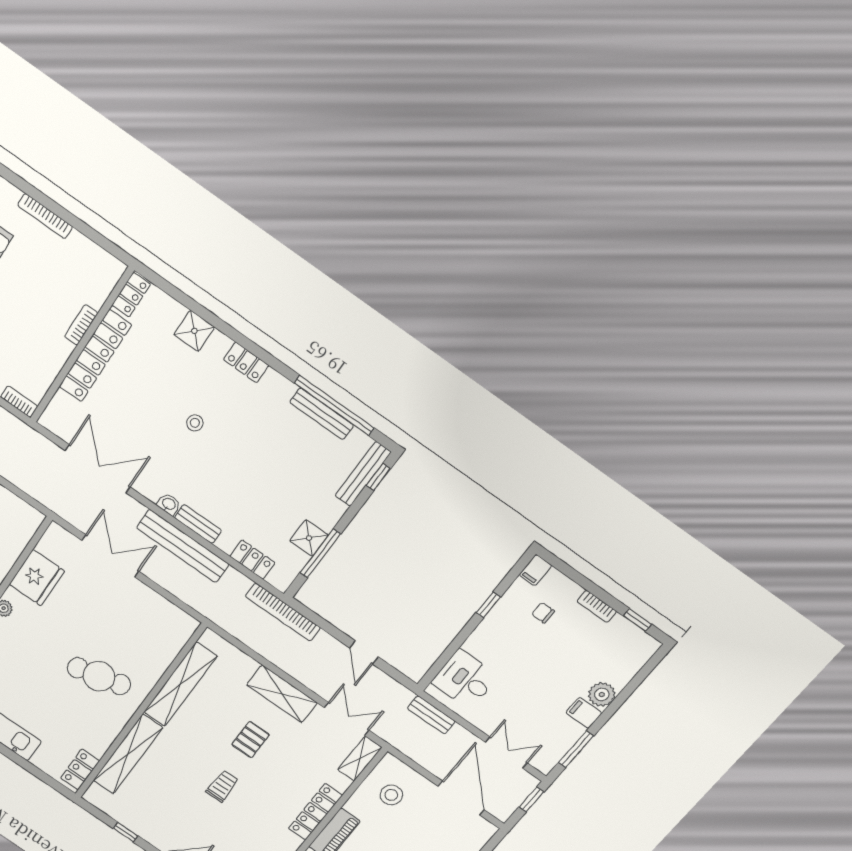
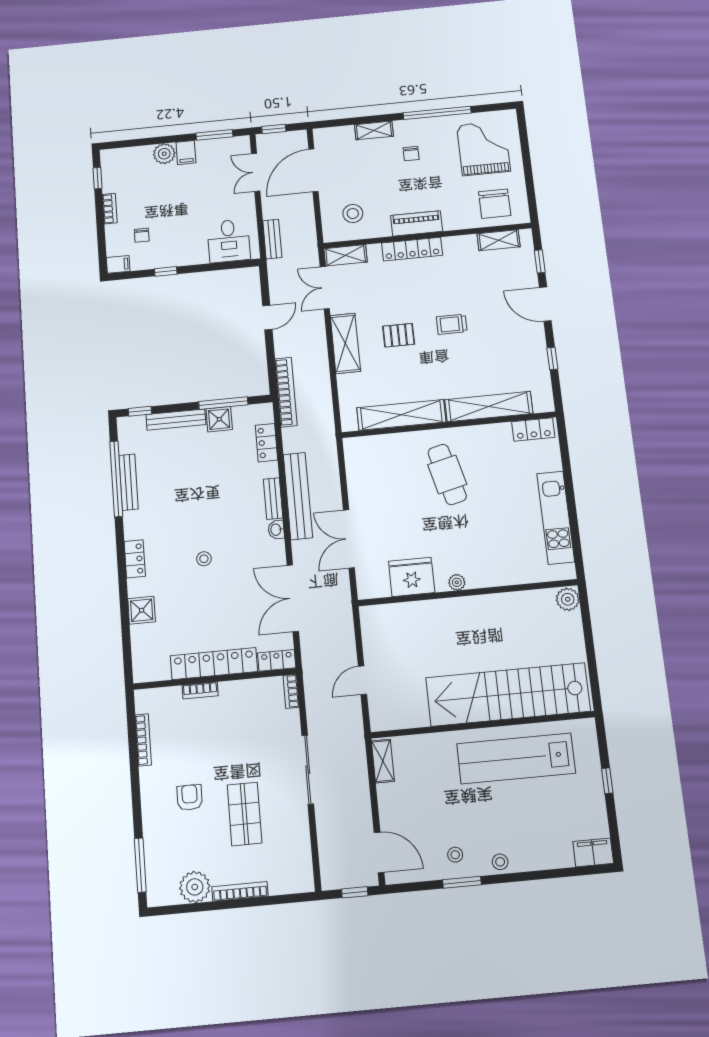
bookcase: (45, 216) -> (143, 740), moved
locker: (131, 295) -> (277, 660), moved
bench: (363, 474) -> (176, 420), moved

